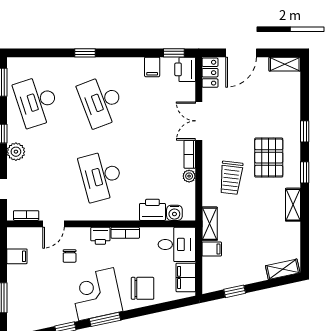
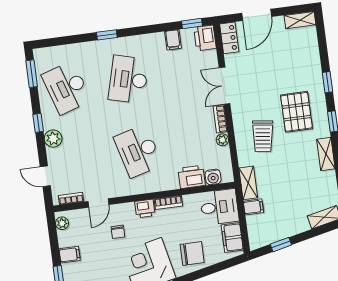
desk: (101, 101) -> (128, 79), turned 36
plant: (14, 240) -> (62, 223), added
filing cabinet: (17, 256) -> (70, 255), moved

